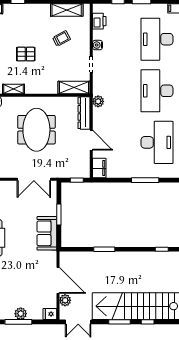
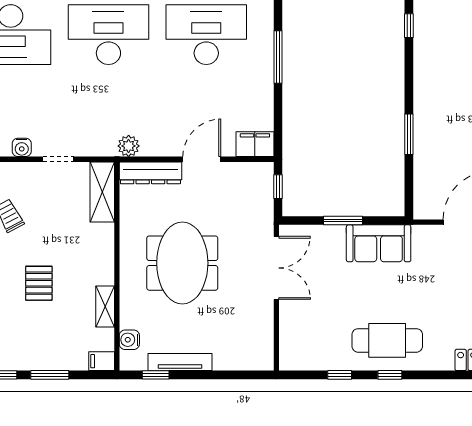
desk: (157, 91) -> (108, 35), turned 180
meeting table: (36, 130) -> (182, 263), turned 90

